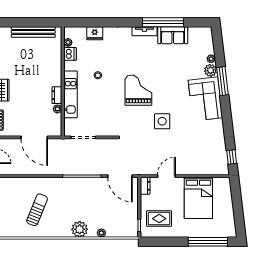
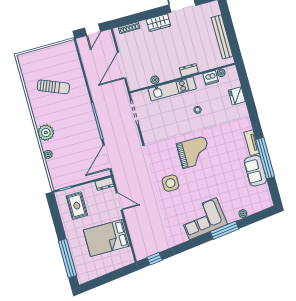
plant: (210, 70) -> (232, 216), removed
dresser: (57, 95) -> (189, 70), moved

